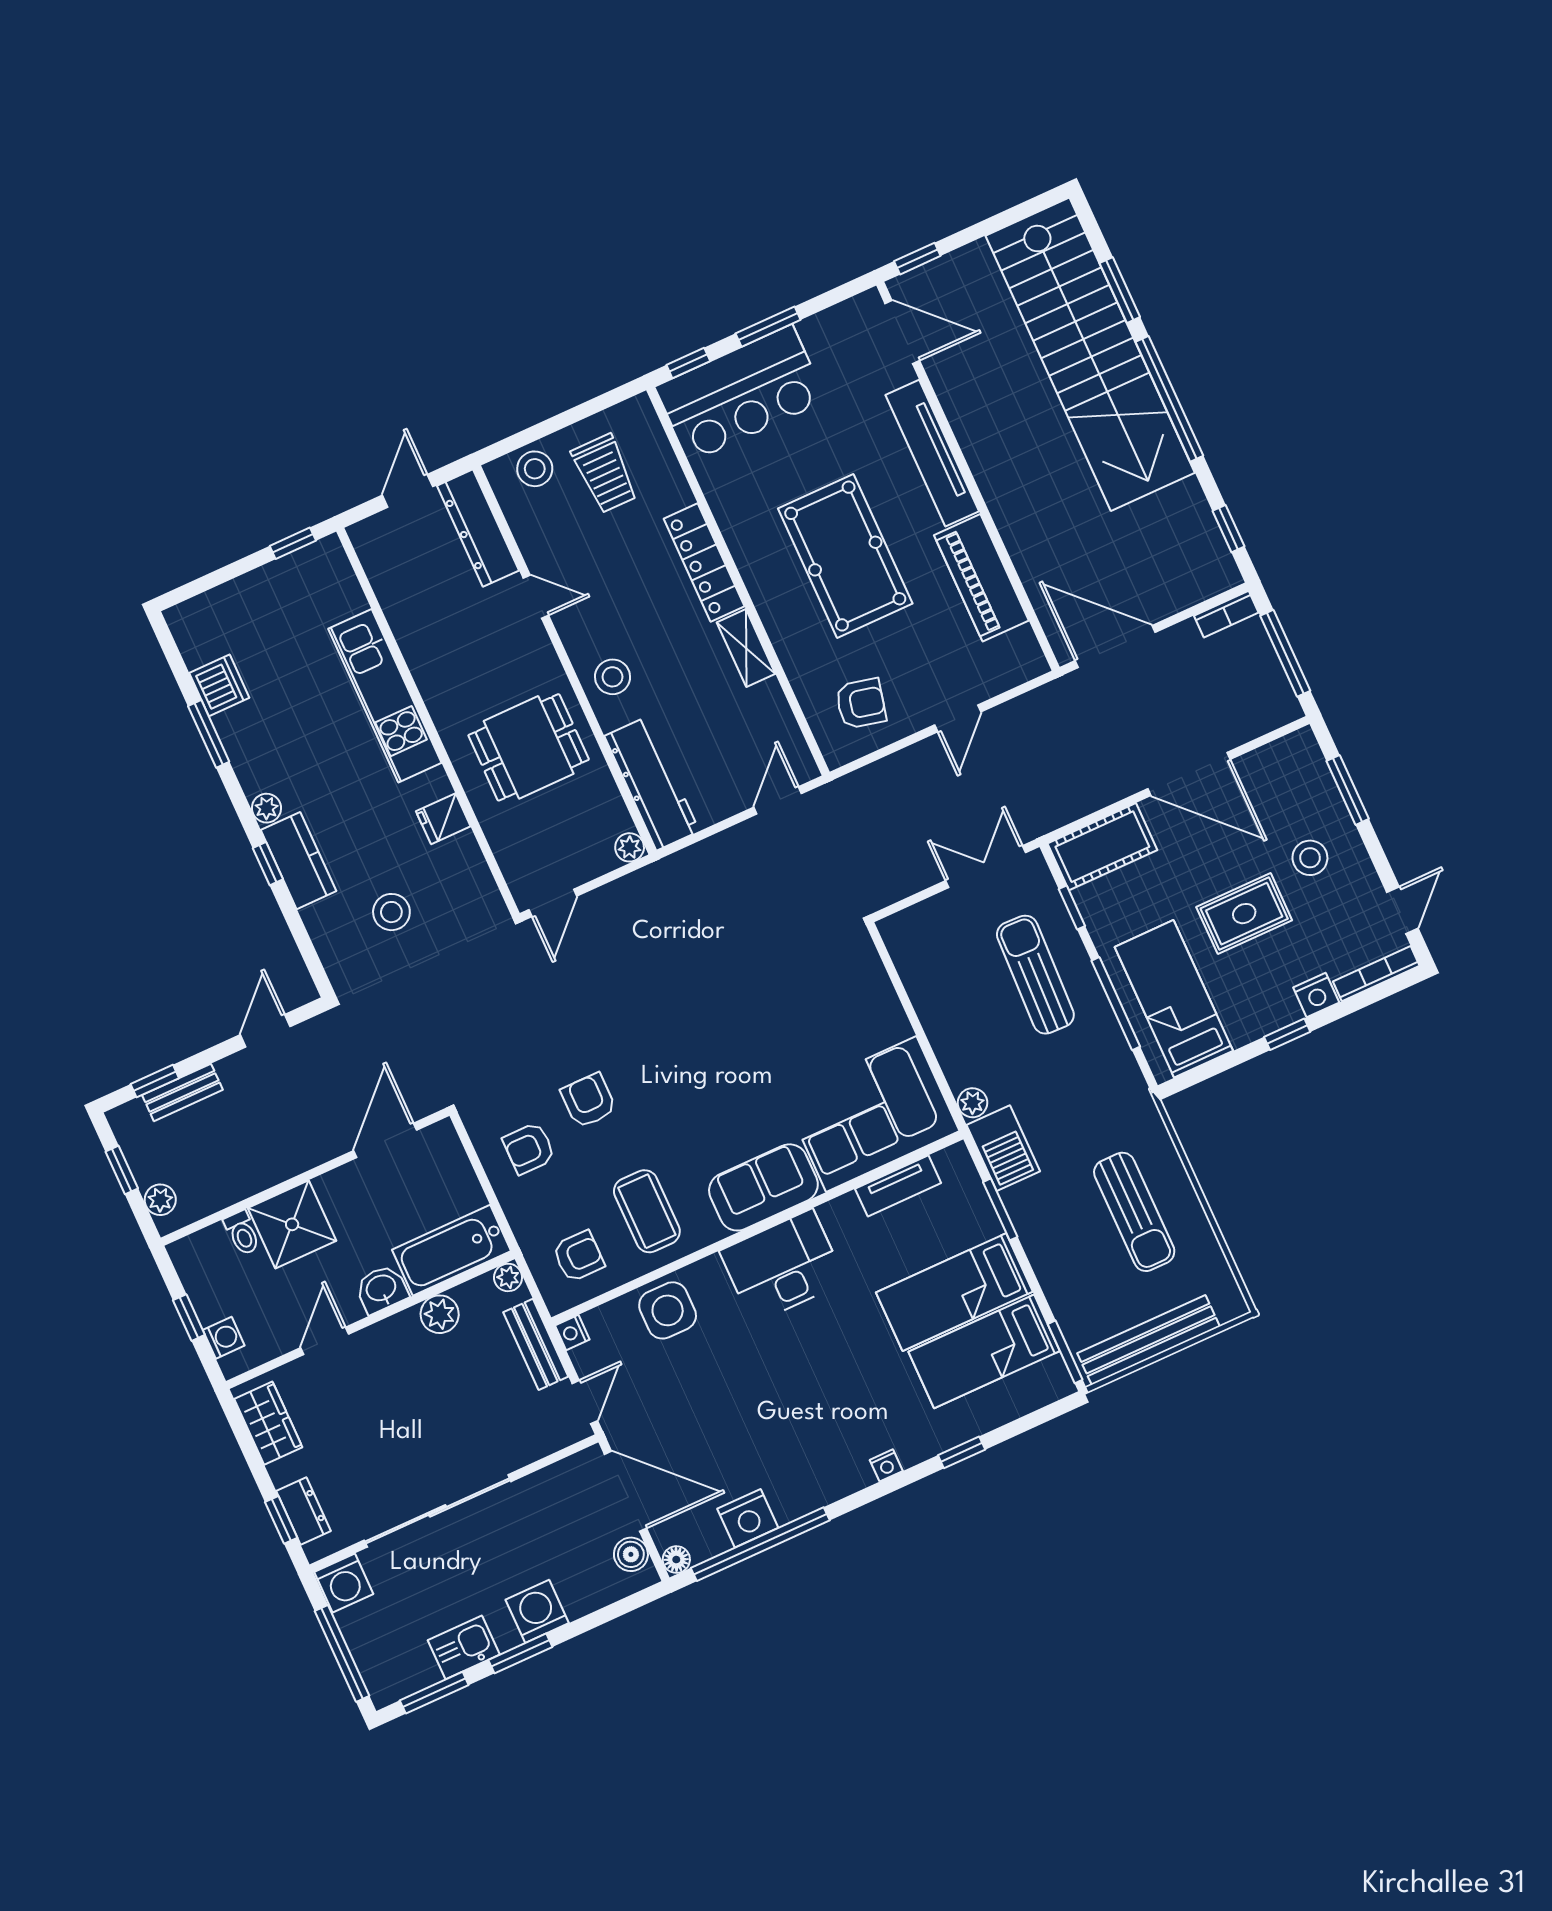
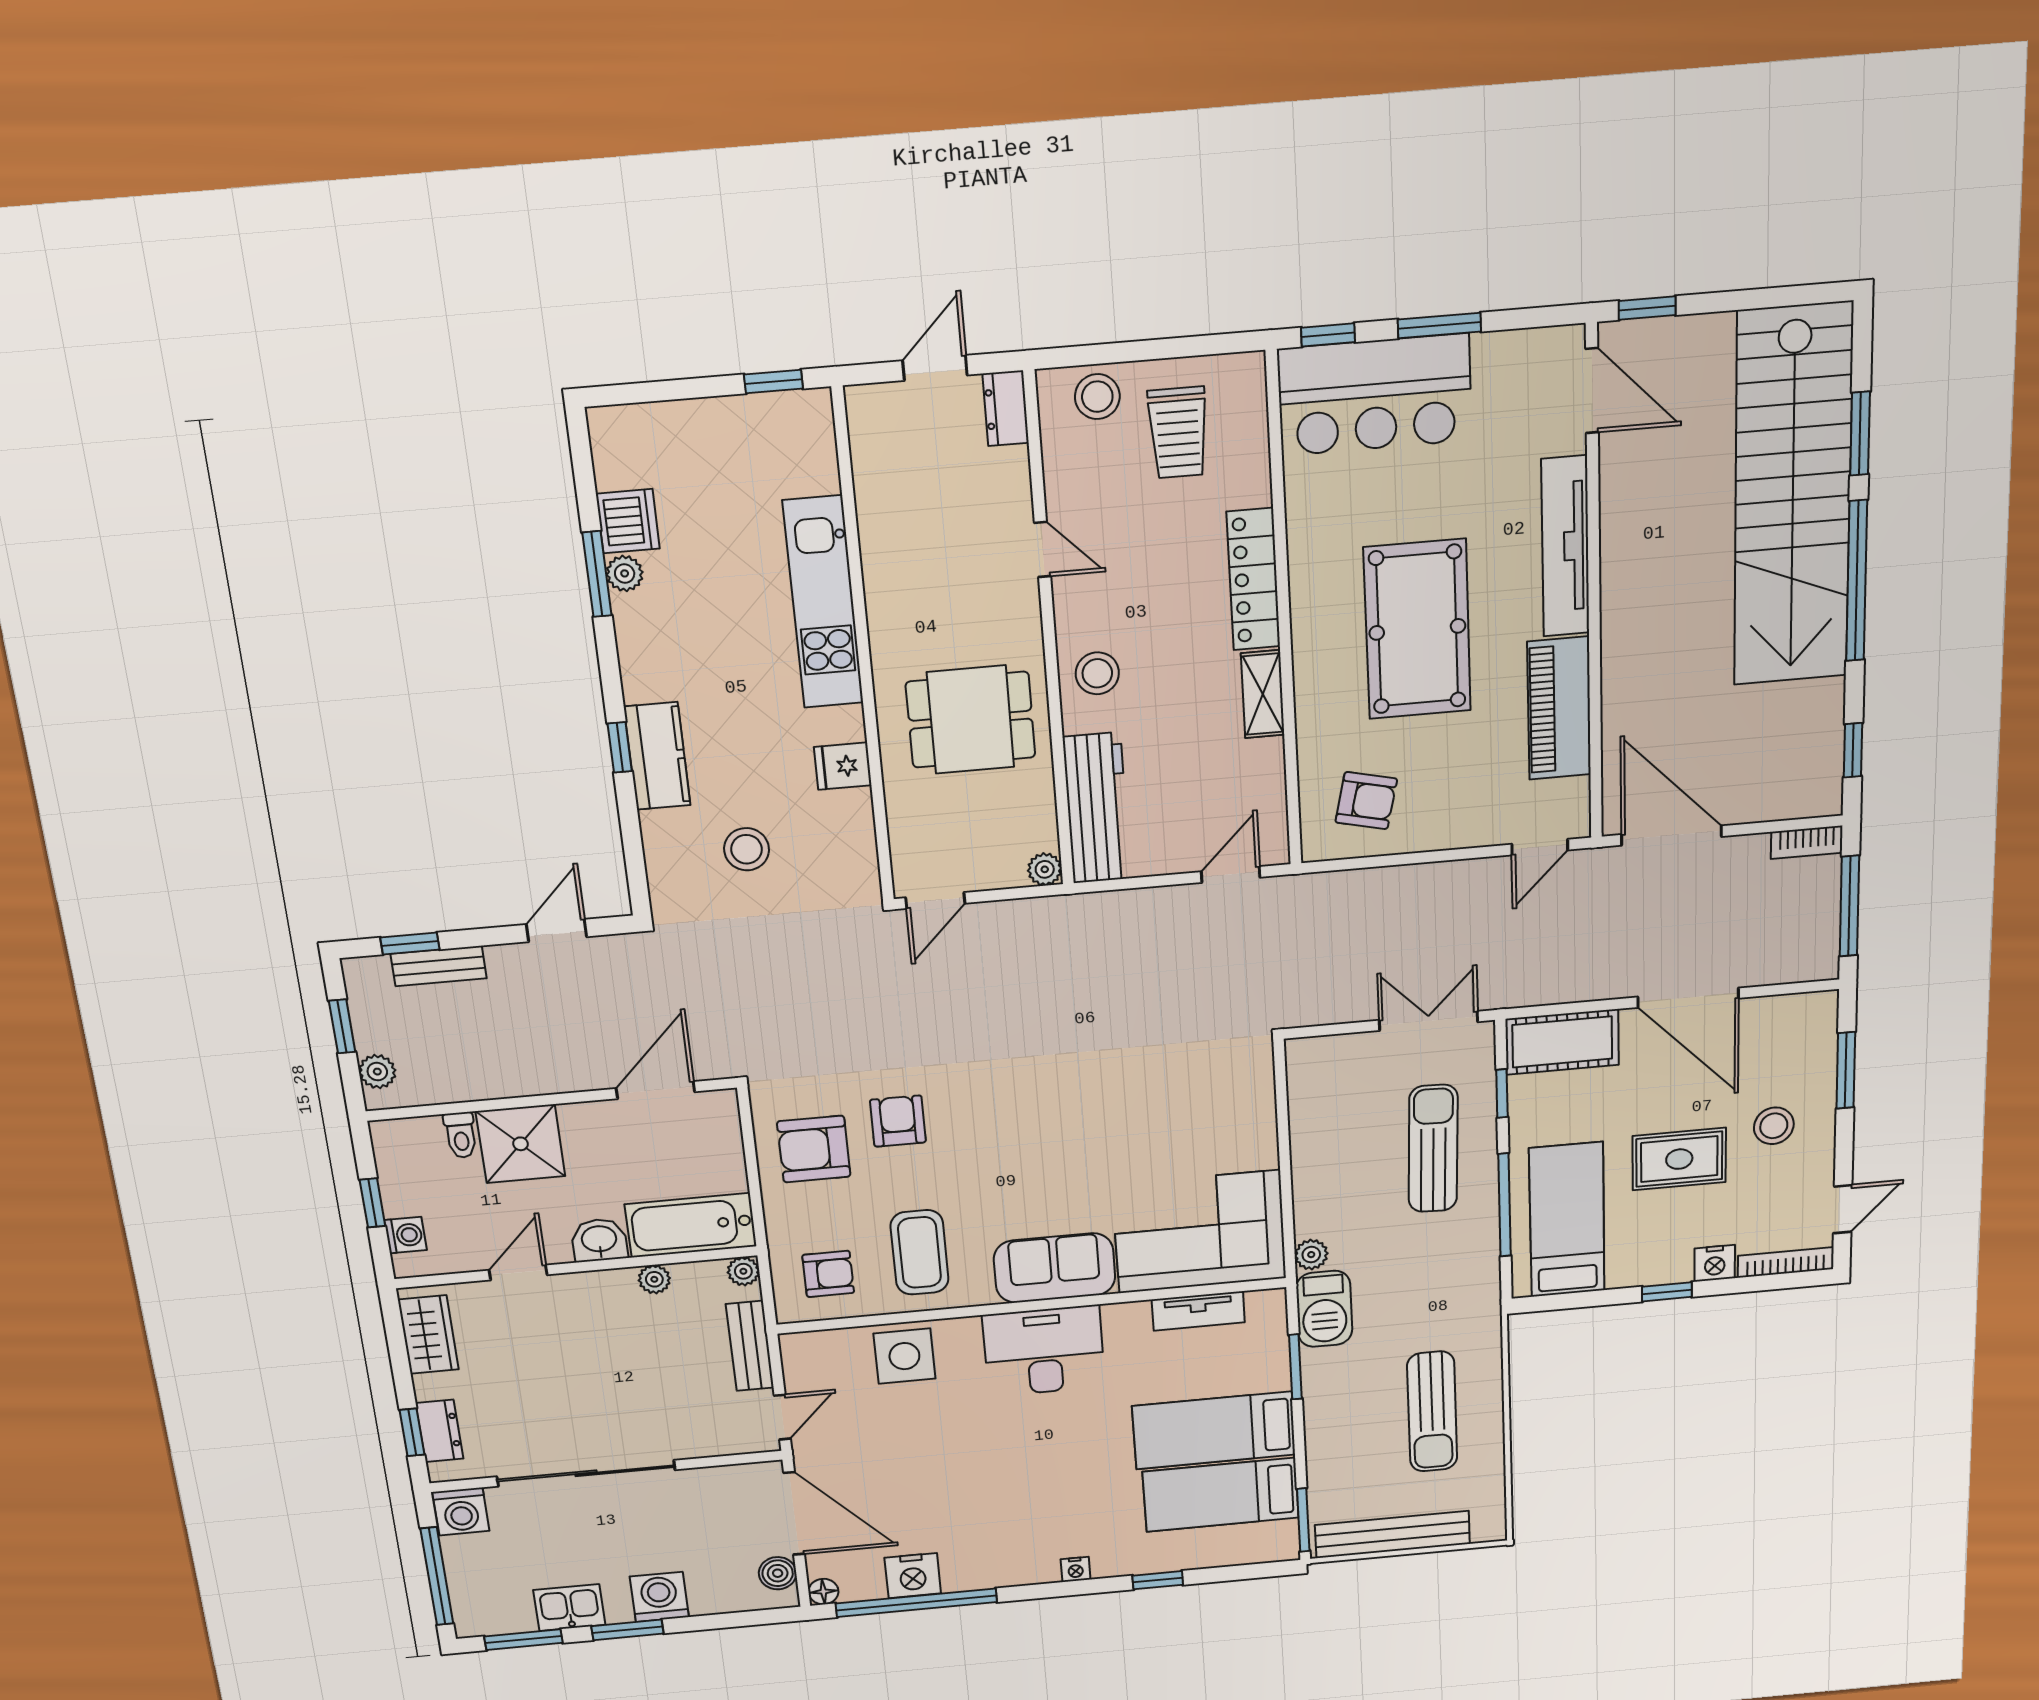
dresser: (478, 528) -> (1006, 408), width x0.51, depth x0.80
door: (958, 718) -> (1540, 847), moved
plant: (267, 808) -> (625, 573), moved
armchair: (529, 1148) -> (814, 1149), width x1.38, depth x1.38
plant: (440, 1314) -> (654, 1279), width x0.73, depth x0.73
nightstand: (572, 1333) -> (794, 1346), removed

